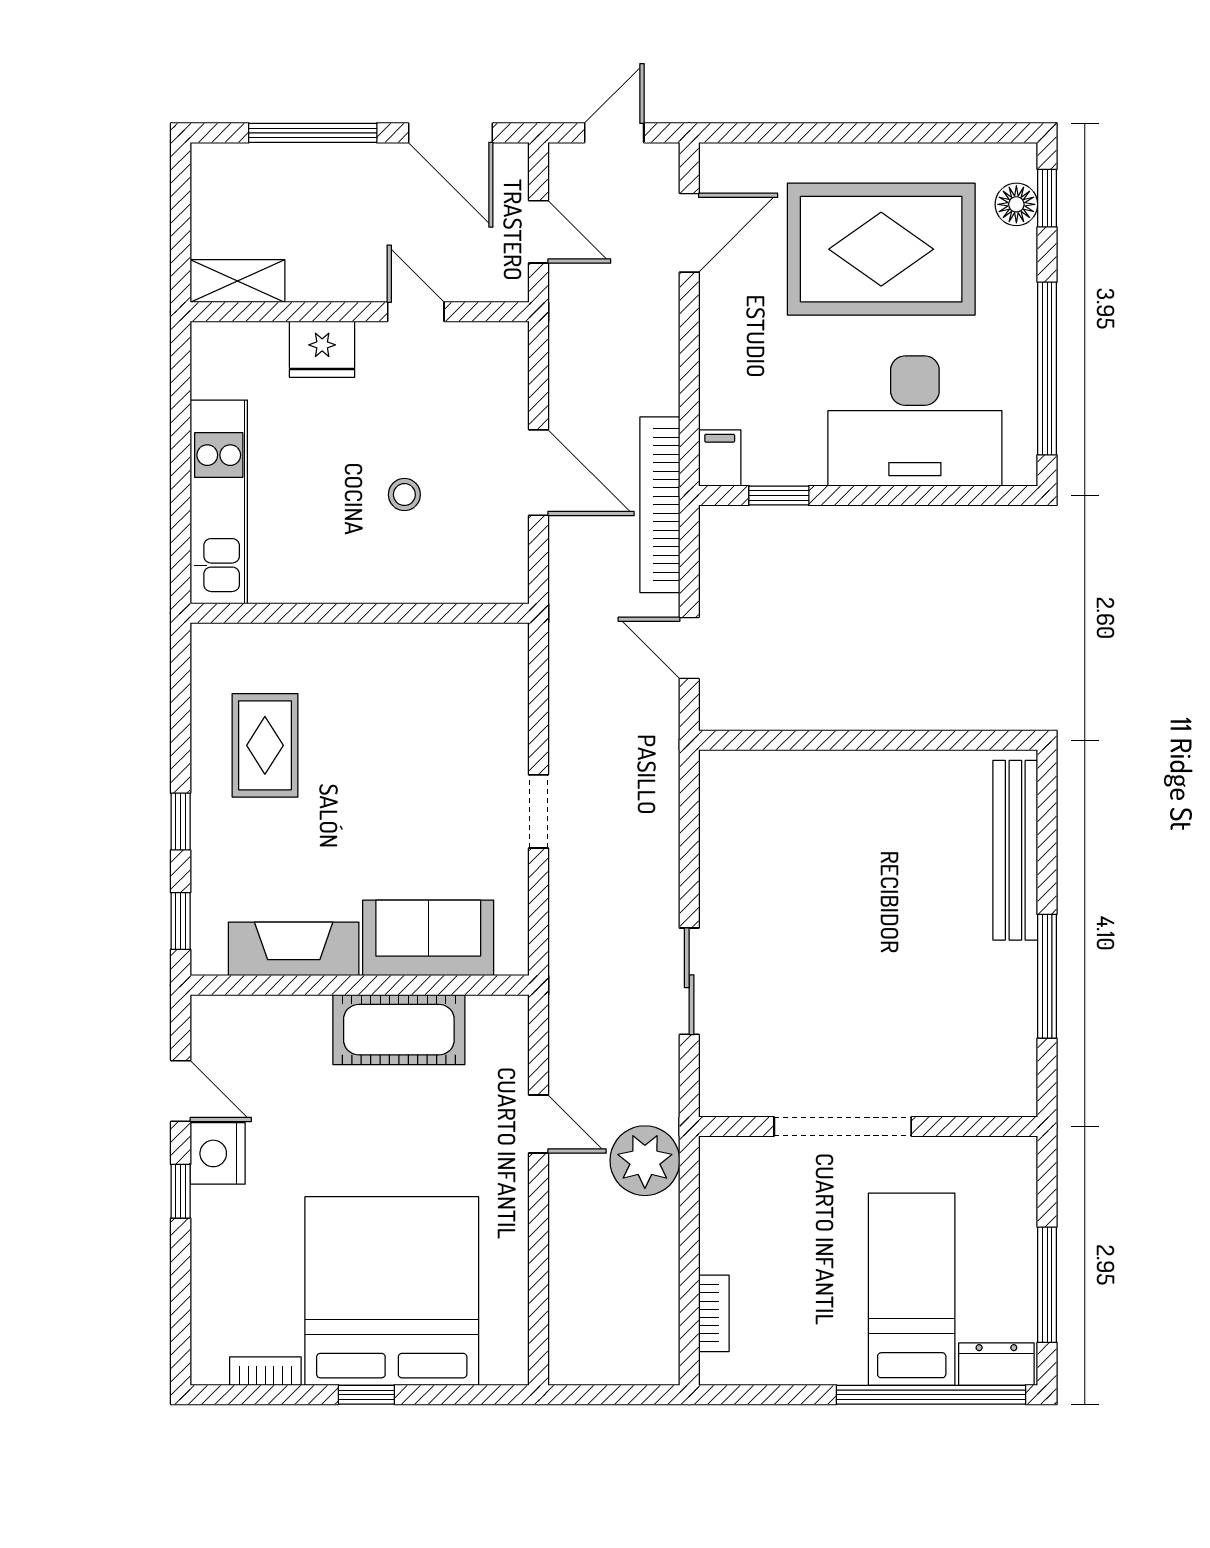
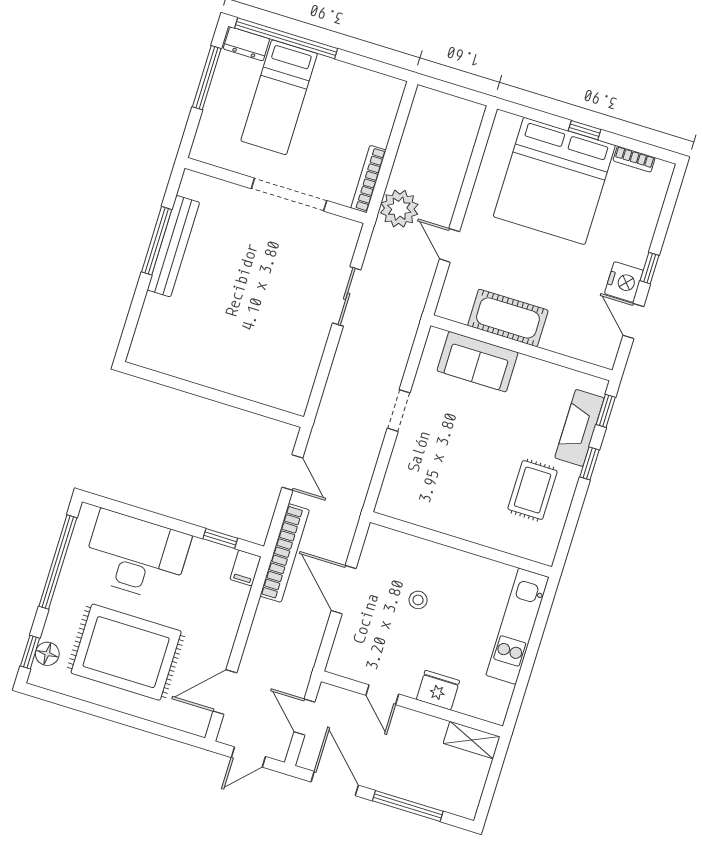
bench: (1015, 850) -> (173, 246), moved
fireplace: (294, 949) -> (579, 428), moved, turned 90
bookcase: (714, 1313) -> (368, 179), moved, width x1.56

